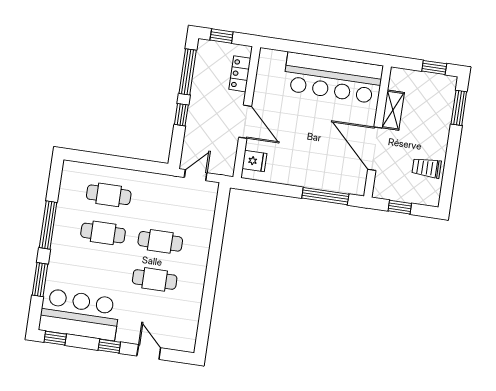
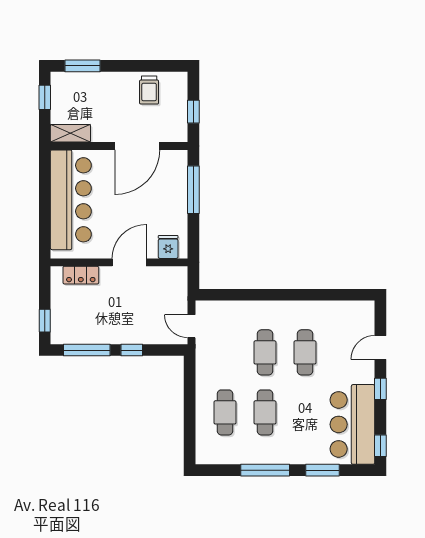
locker: (240, 74) -> (81, 275), moved
shelving: (393, 110) -> (70, 133), moved
wall: (247, 112) -> (119, 262), moved
door: (245, 122) -> (129, 262), moved
fridge: (254, 161) -> (168, 247), moved

